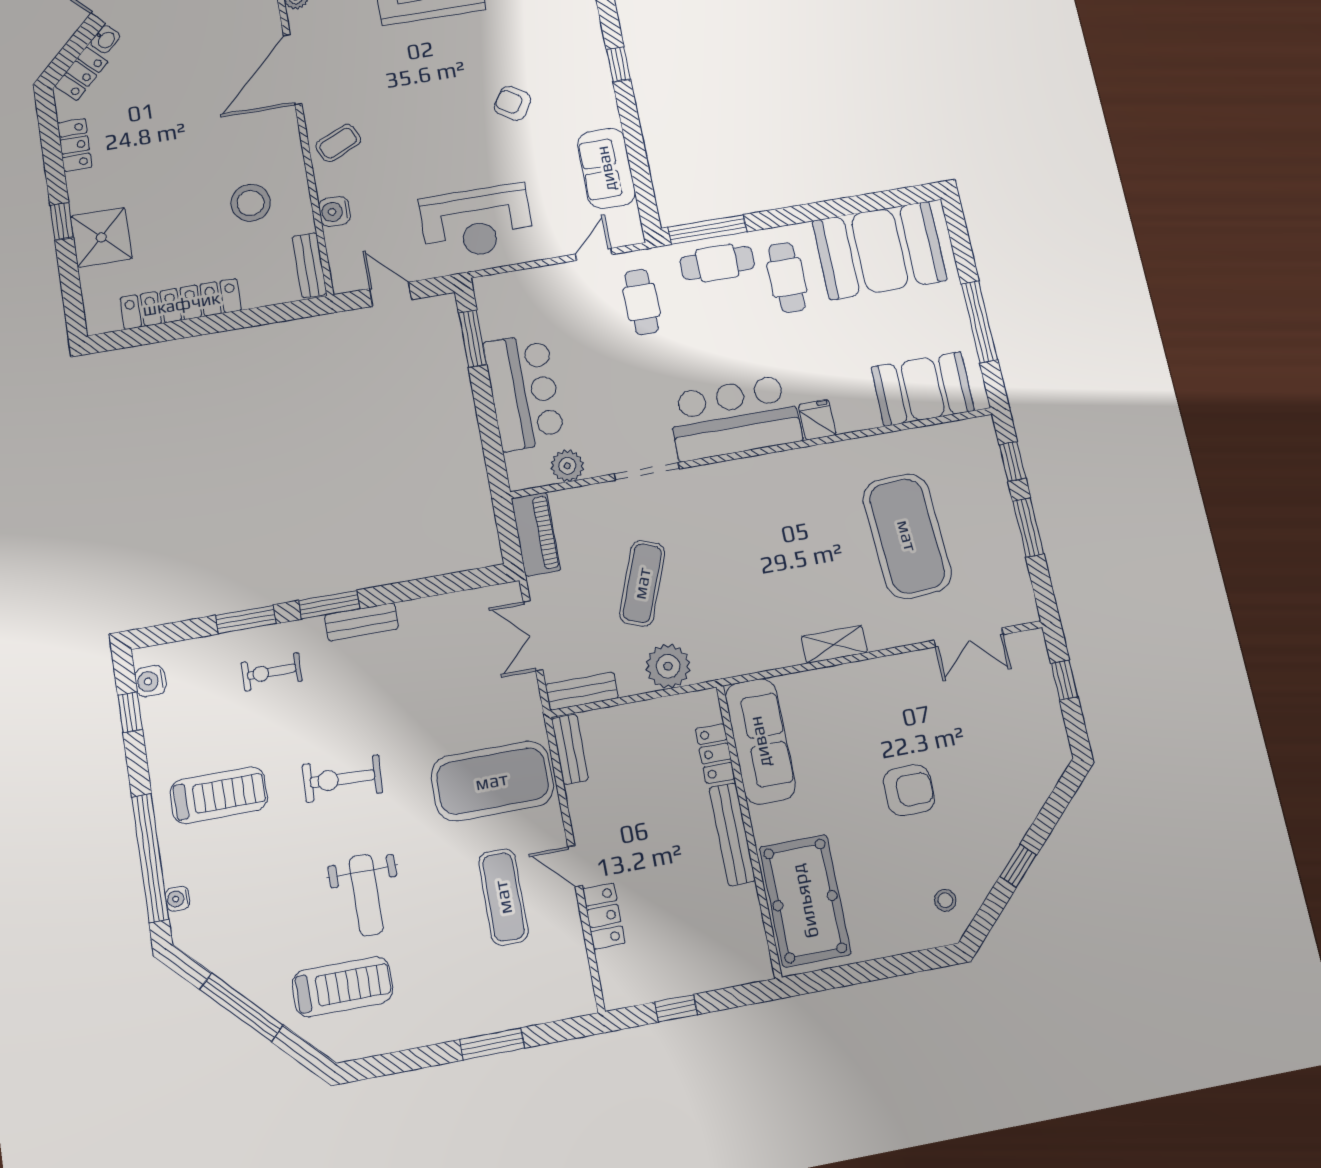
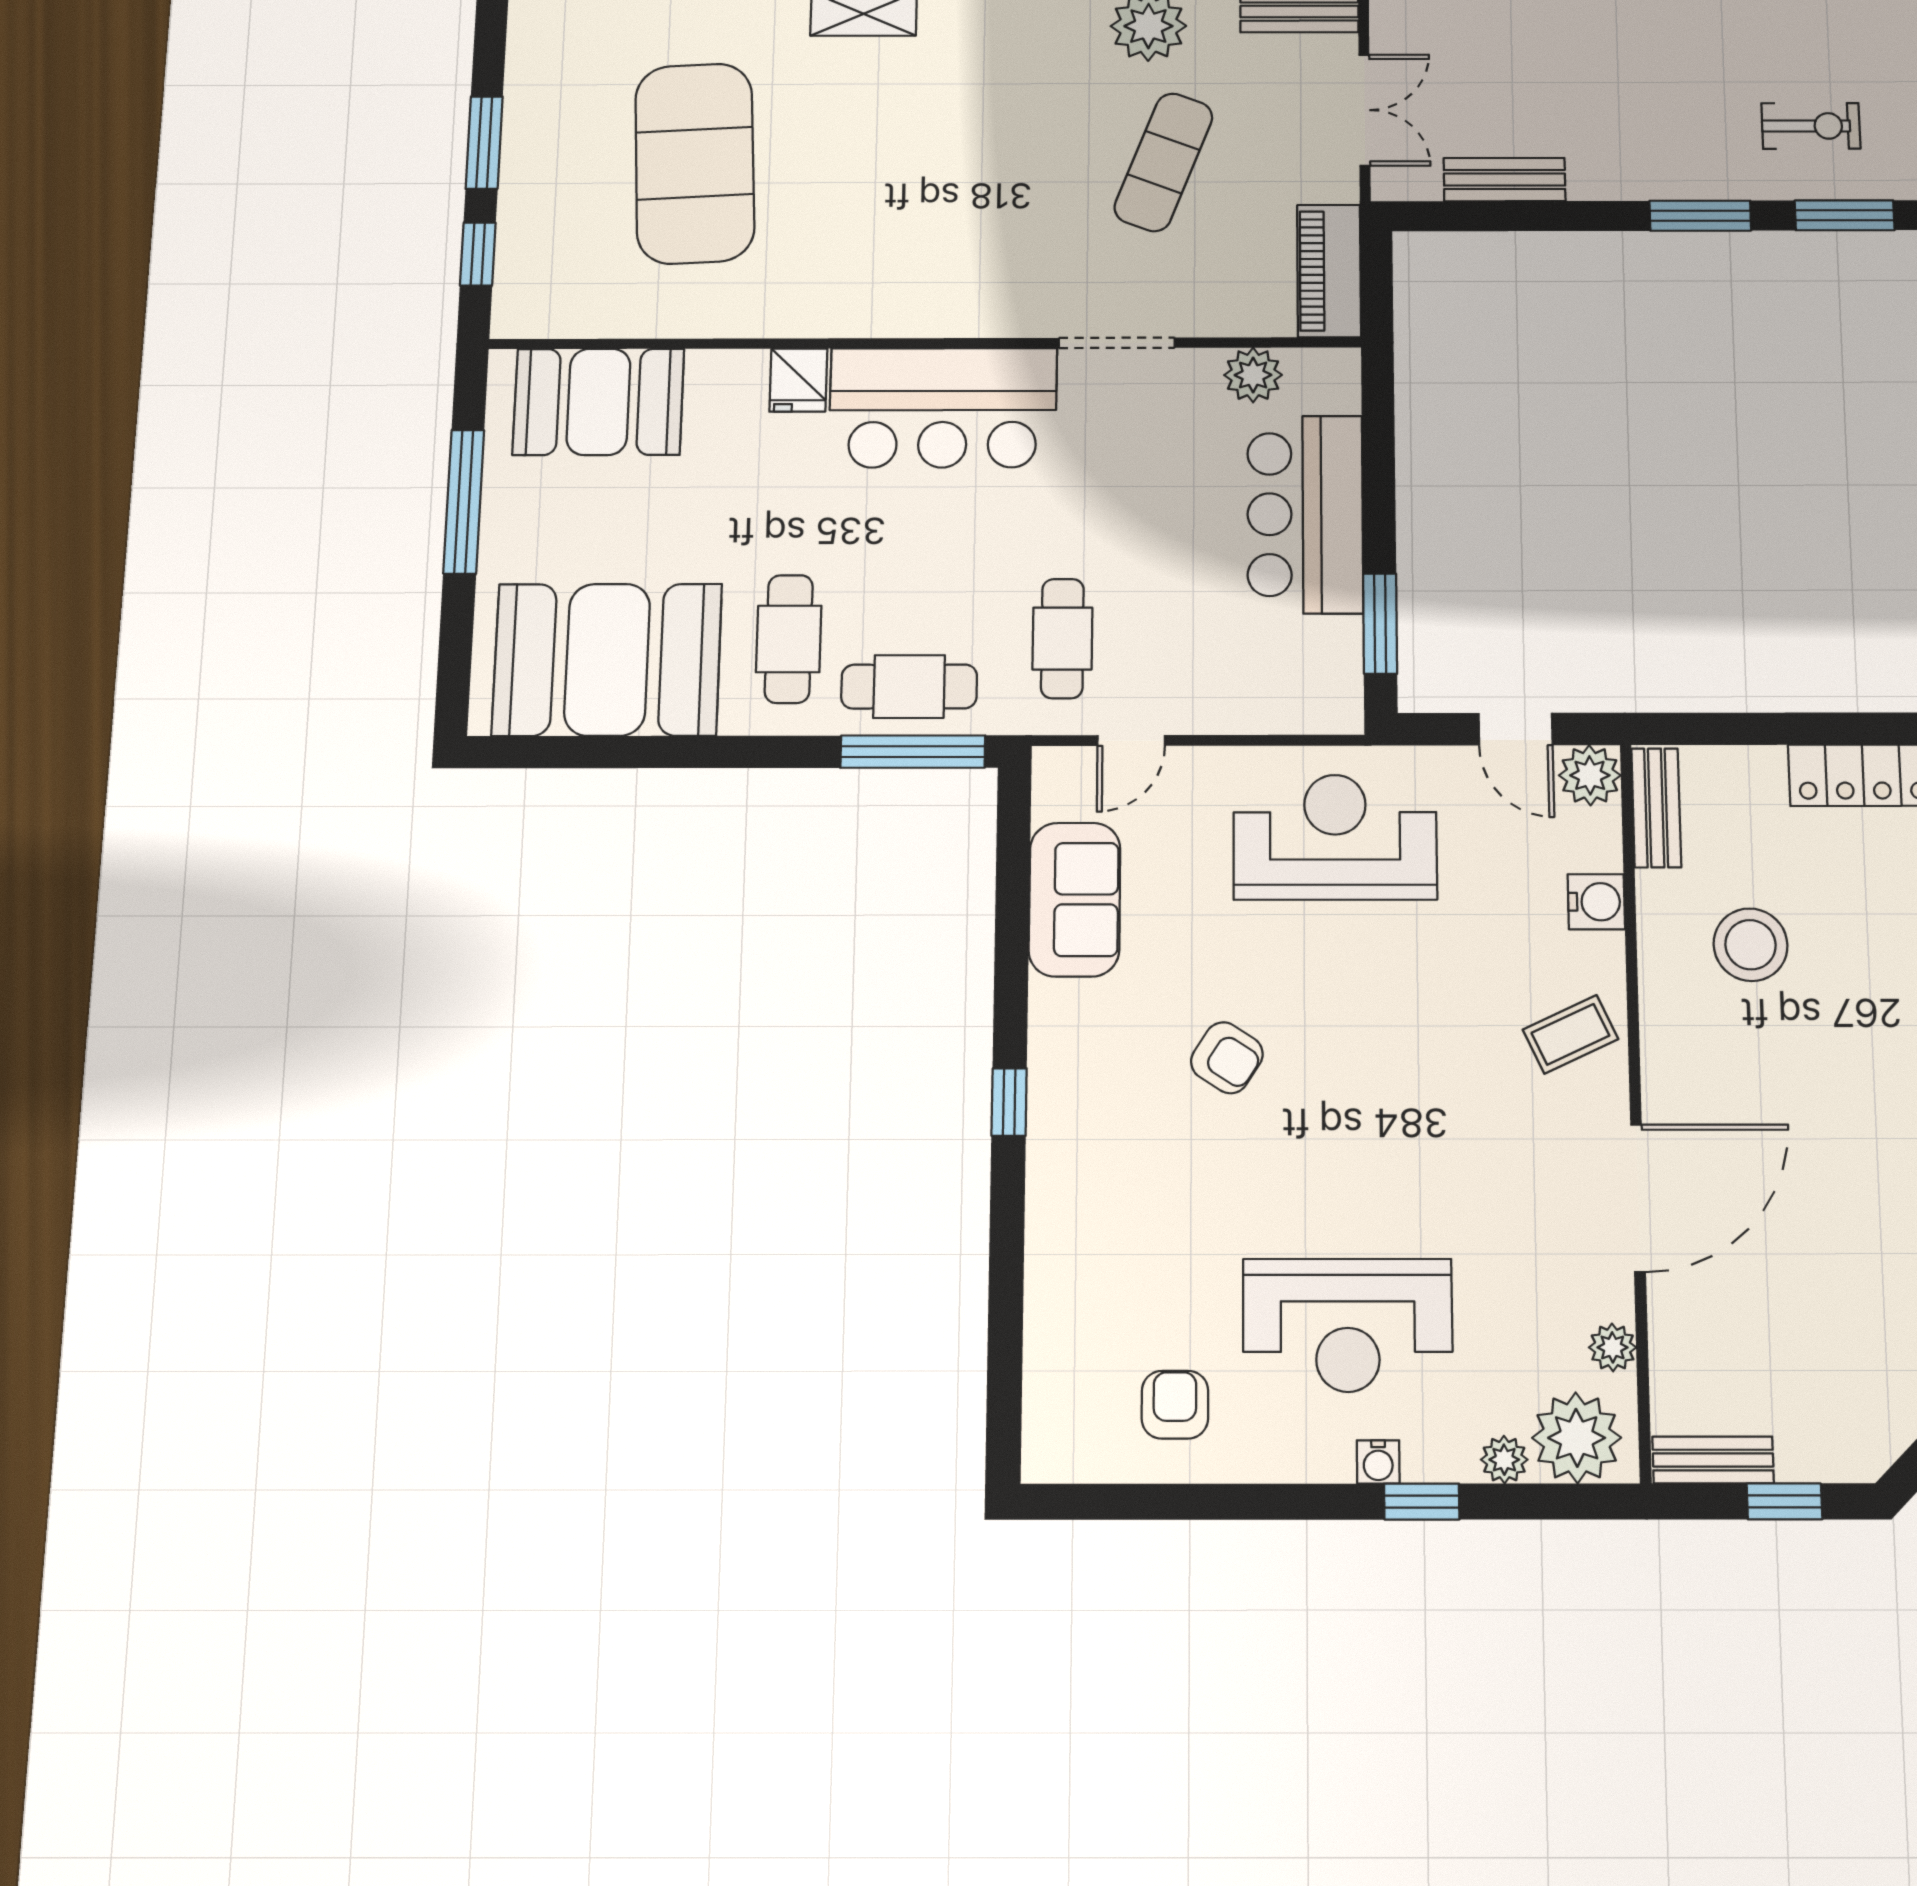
plant: (347, 276) -> (1590, 775), added
bench: (361, 622) -> (1504, 180), moved

